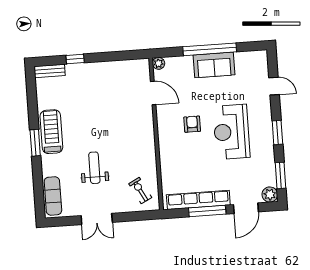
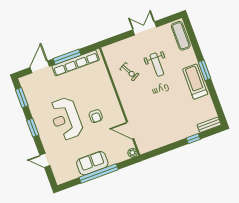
treadmill: (51, 132) -> (195, 82), turned 180
reception desk: (231, 132) -> (66, 119), turned 180
exercise bike: (140, 191) -> (129, 72), moved
plant: (270, 194) -> (25, 82), removed

